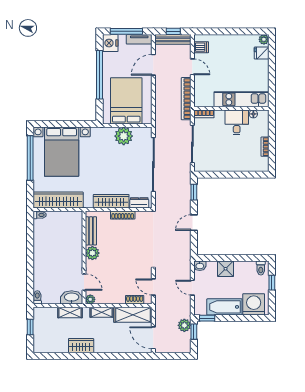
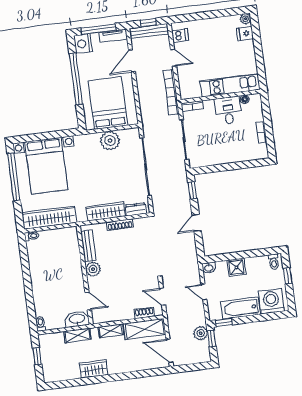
plant: (90, 299) -> (97, 319), removed

